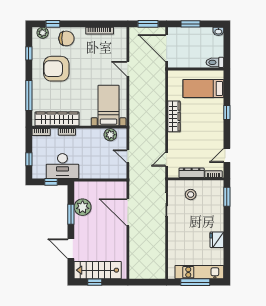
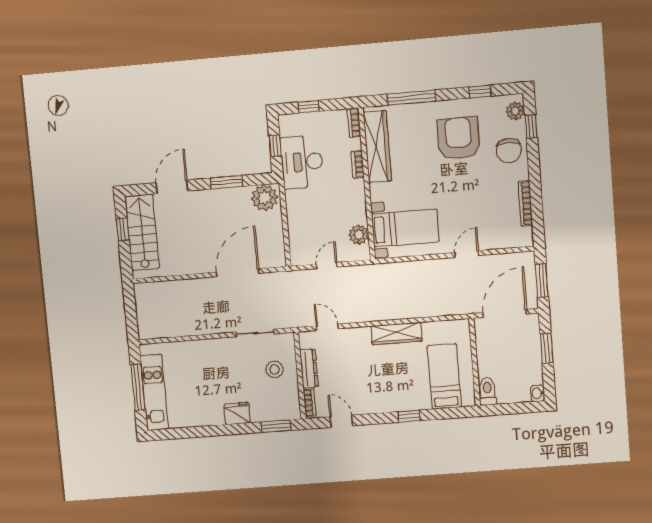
plant: (83, 207) -> (265, 198), moved
fridge: (217, 240) -> (237, 413), moved

